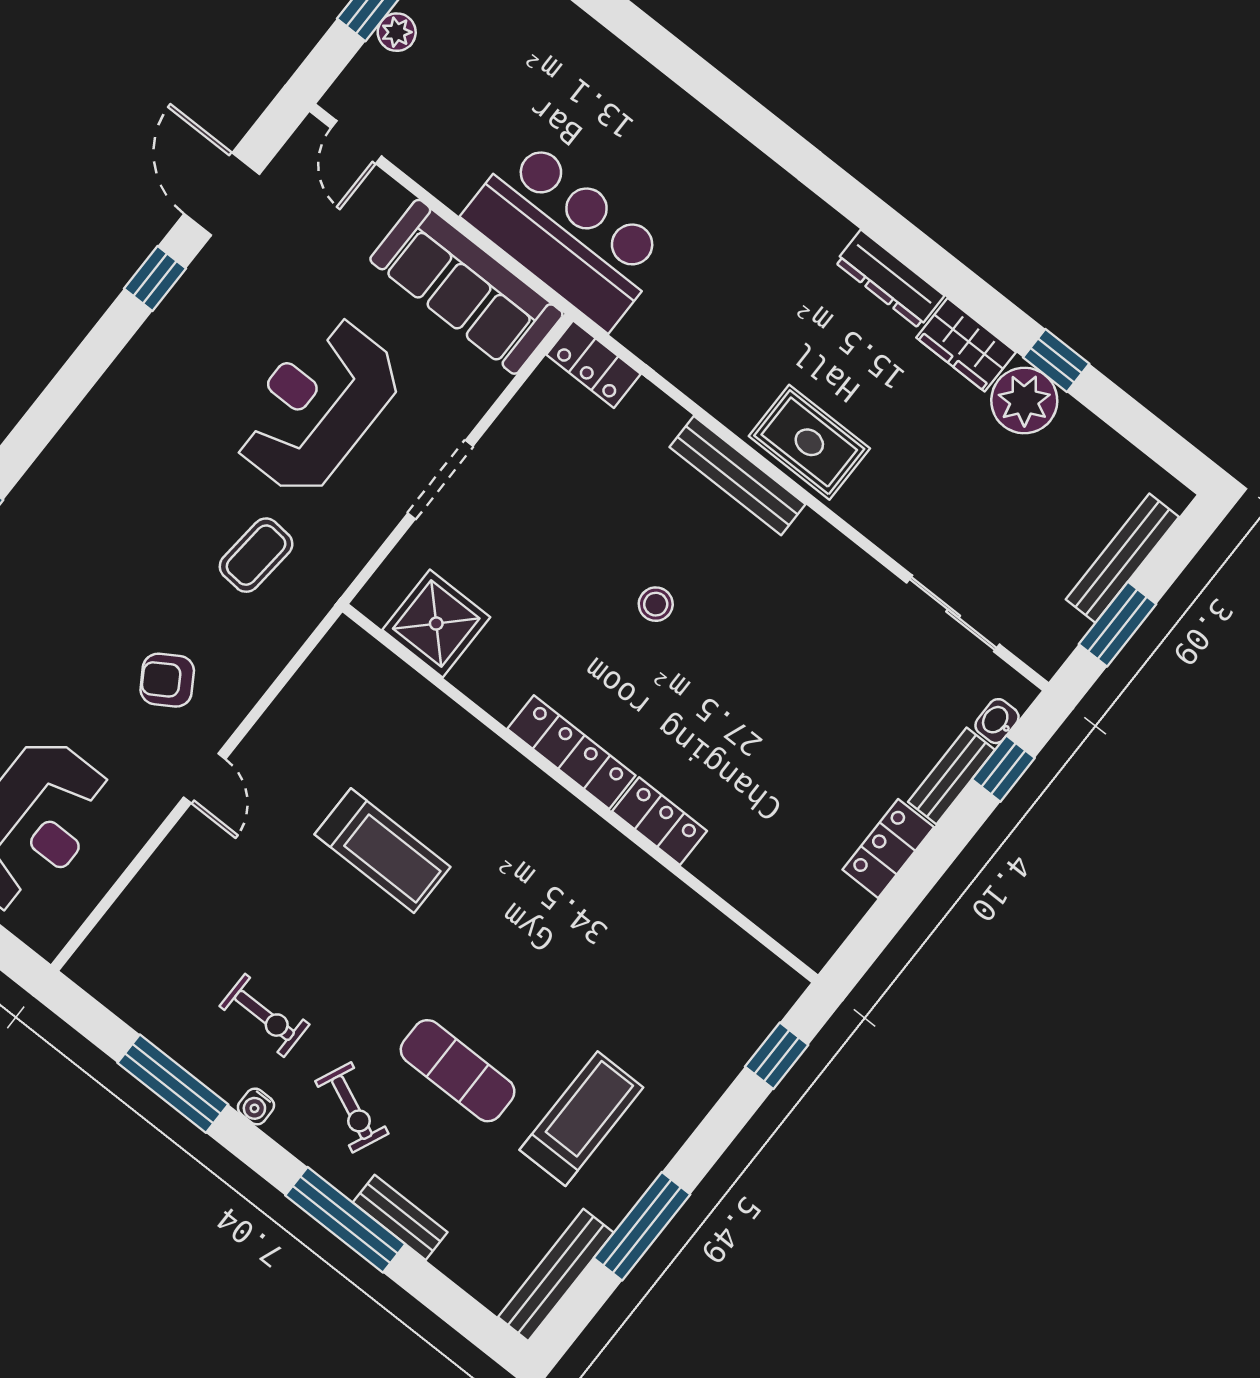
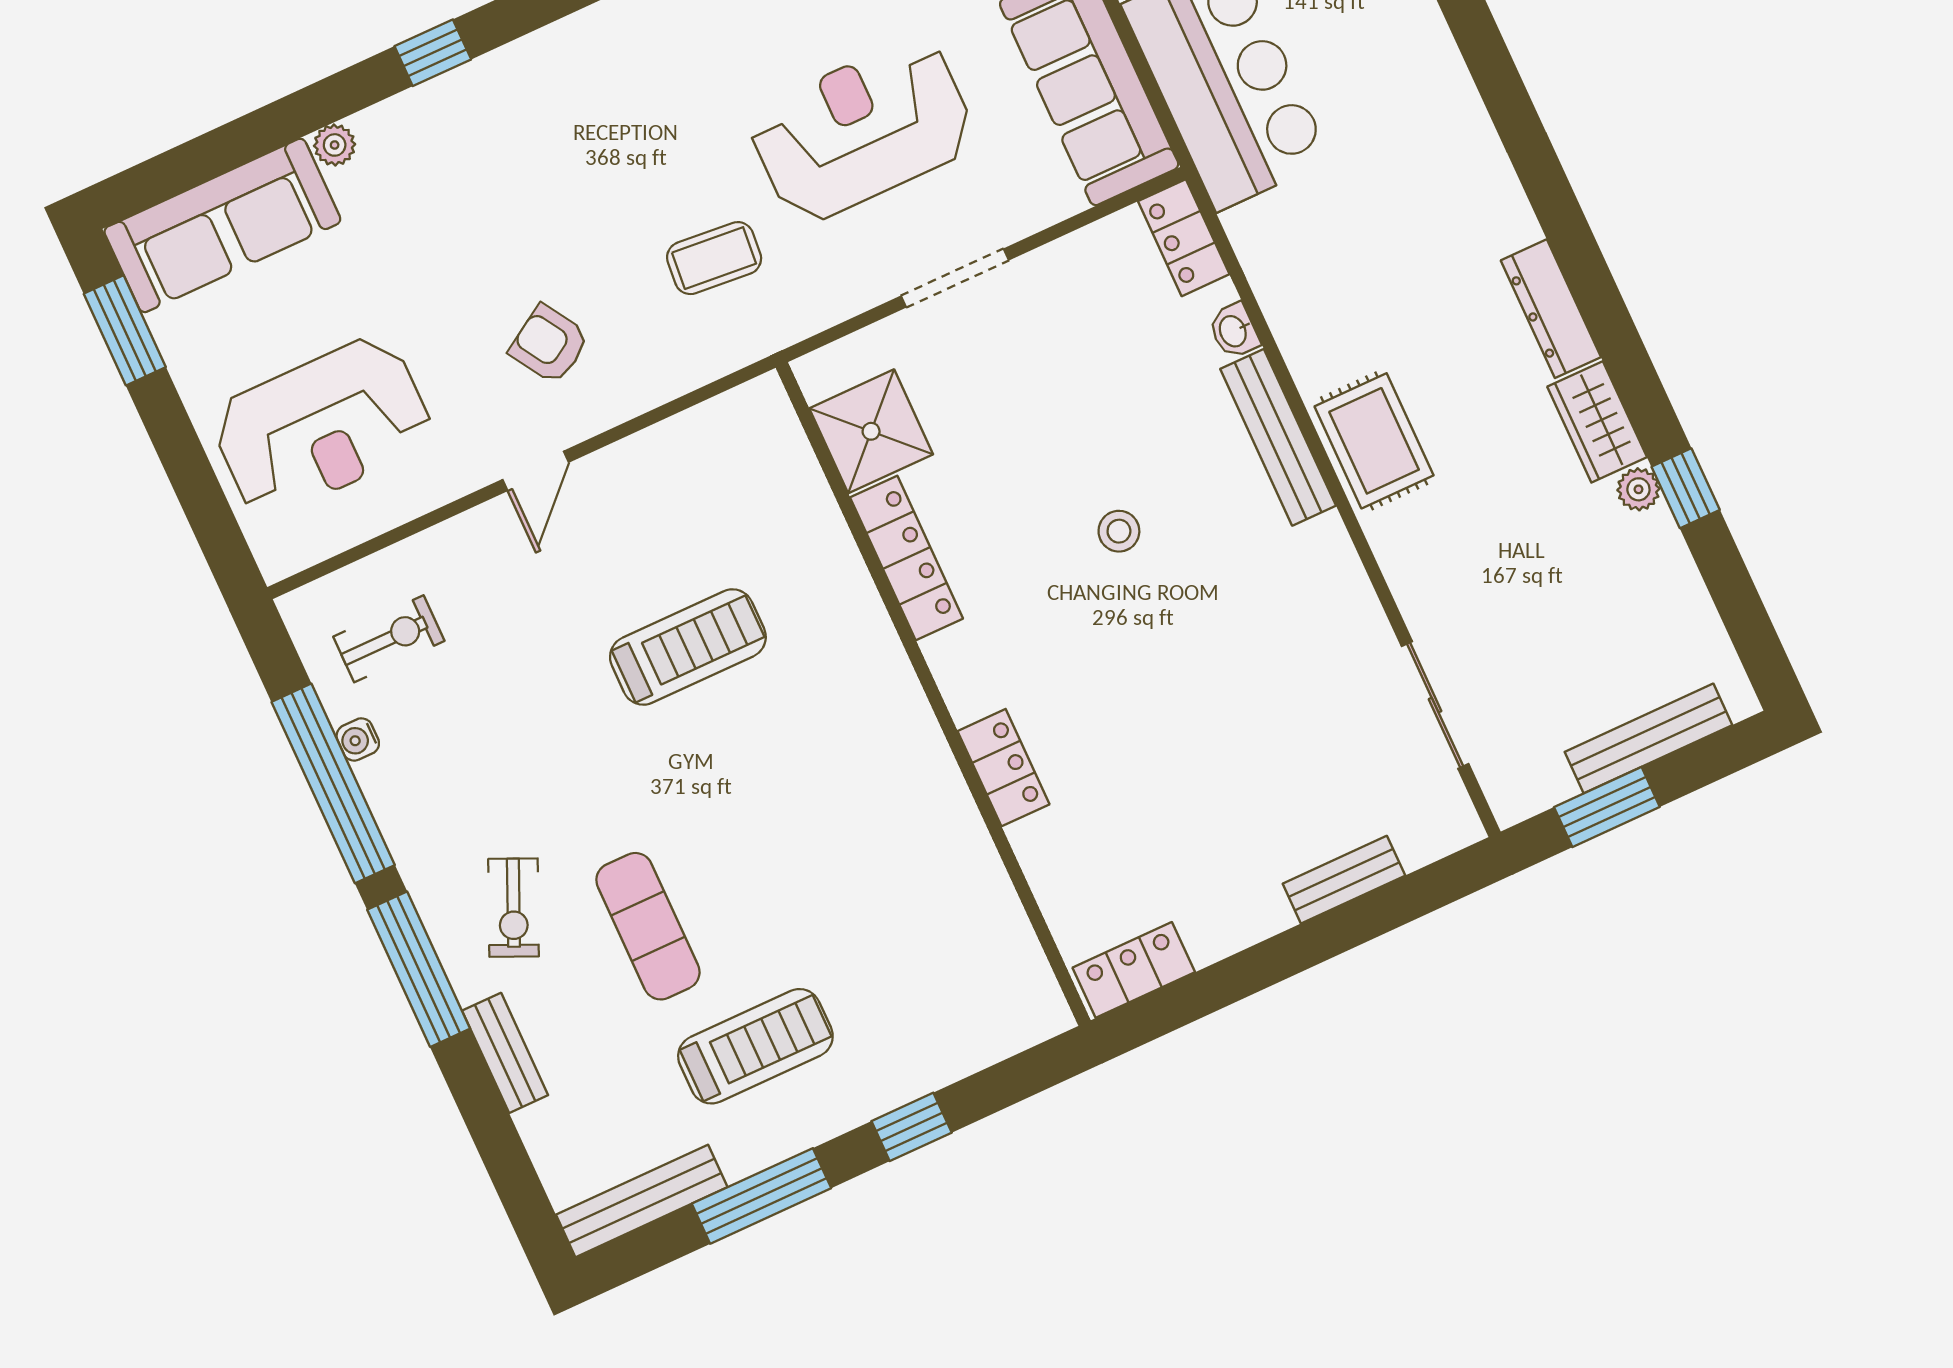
plant: (1024, 400) -> (1638, 489), width x0.53, depth x0.53
washbasin: (997, 721) -> (1234, 331), moved, turned -90
locker: (571, 752) -> (907, 558), moved
window: (1003, 769) -> (1404, 900), removed
locker: (888, 848) -> (1134, 970), moved
treadmill: (382, 851) -> (688, 647), turned -90
exercise bike: (264, 1015) -> (389, 639), moved, turned -90
window: (777, 1056) -> (912, 1127), moved
window: (173, 1084) -> (333, 783), width x1.46
water cooler: (256, 1106) -> (358, 739), moved
window: (345, 1220) -> (419, 969), moved

